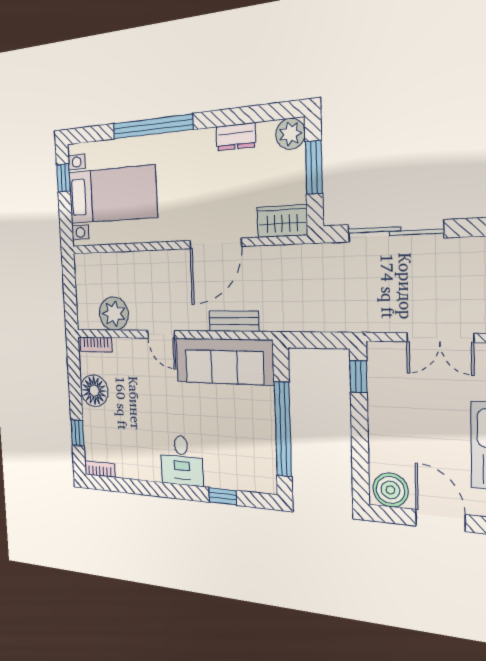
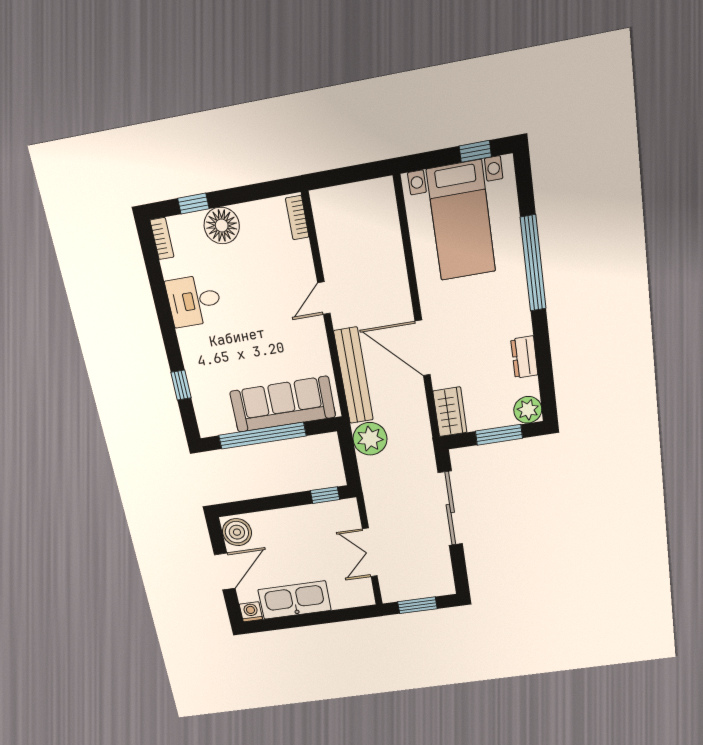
plant: (114, 314) -> (370, 439), moved
bench: (234, 321) -> (354, 376), width x1.86, depth x1.21
sofa: (224, 361) -> (283, 404), moved, turned 90
floor lamp: (94, 391) -> (222, 226), moved
desk: (181, 460) -> (194, 301), moved

